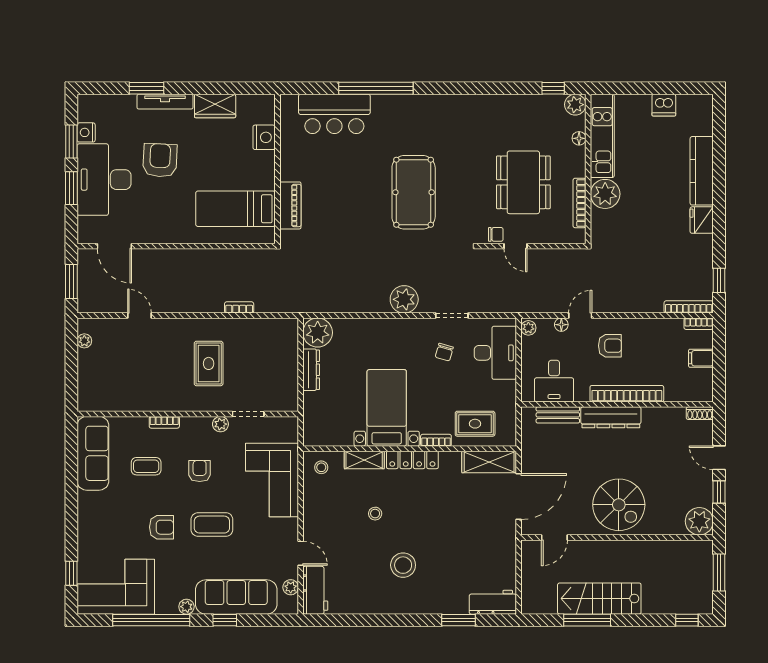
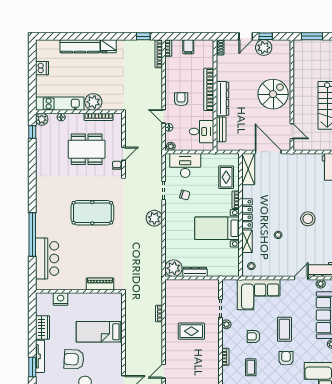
bed: (236, 209) -> (99, 332), moved, turned 90
plant: (699, 521) -> (264, 48), moved

